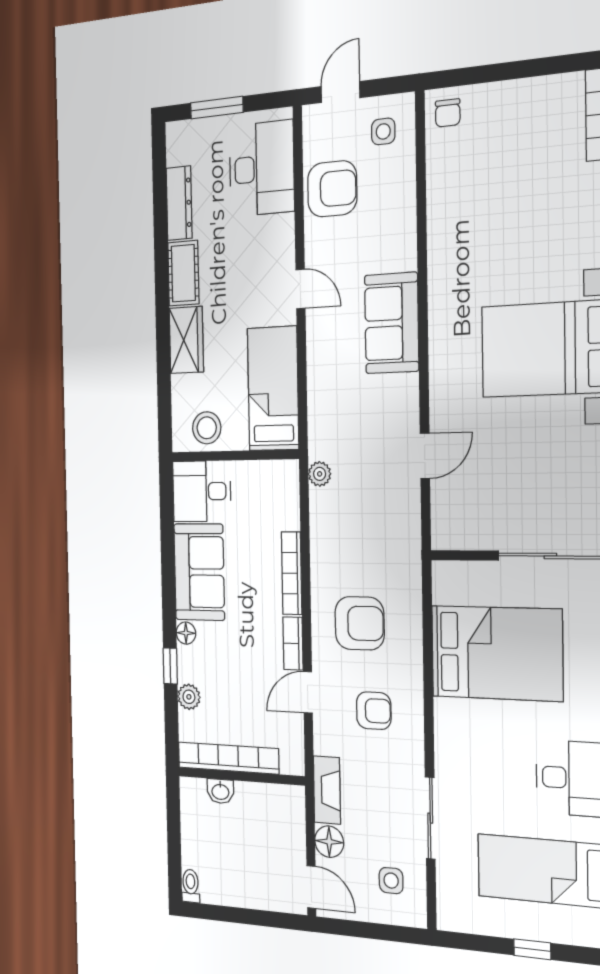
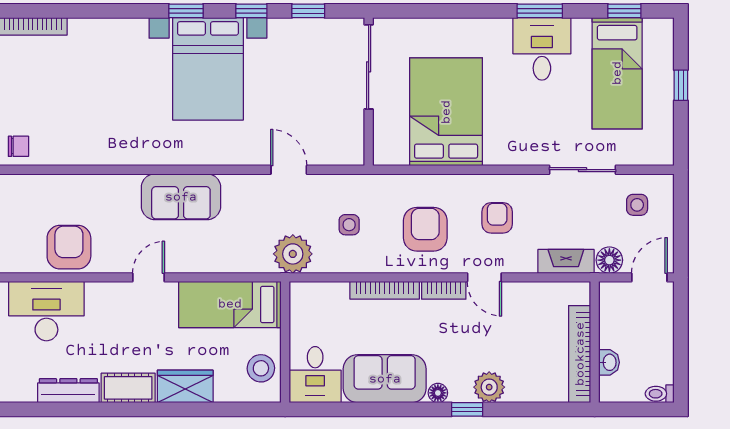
side table: (383, 131) -> (349, 225), moved
plant: (320, 474) -> (293, 254), width x1.87, depth x1.87
plant: (189, 697) -> (489, 387), width x1.38, depth x1.38
bookcase: (228, 758) -> (580, 354), moved
wall: (241, 776) -> (595, 342), moved
washbasin: (220, 791) -> (609, 362), moved

